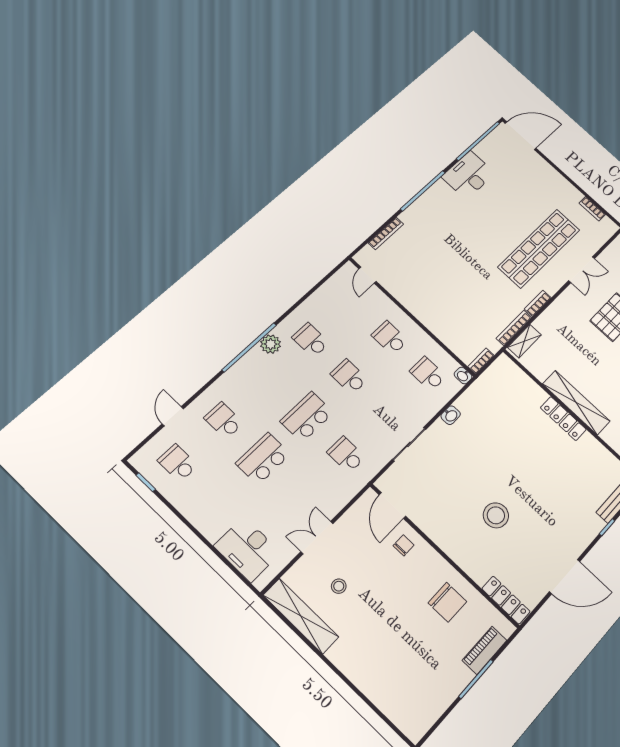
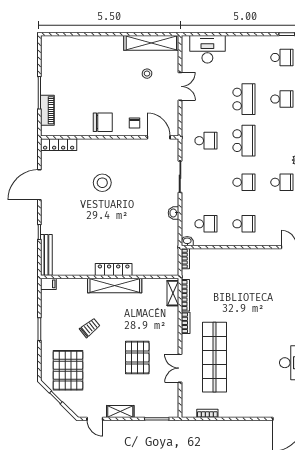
chair: (447, 602) -> (103, 122), moved, turned 180

